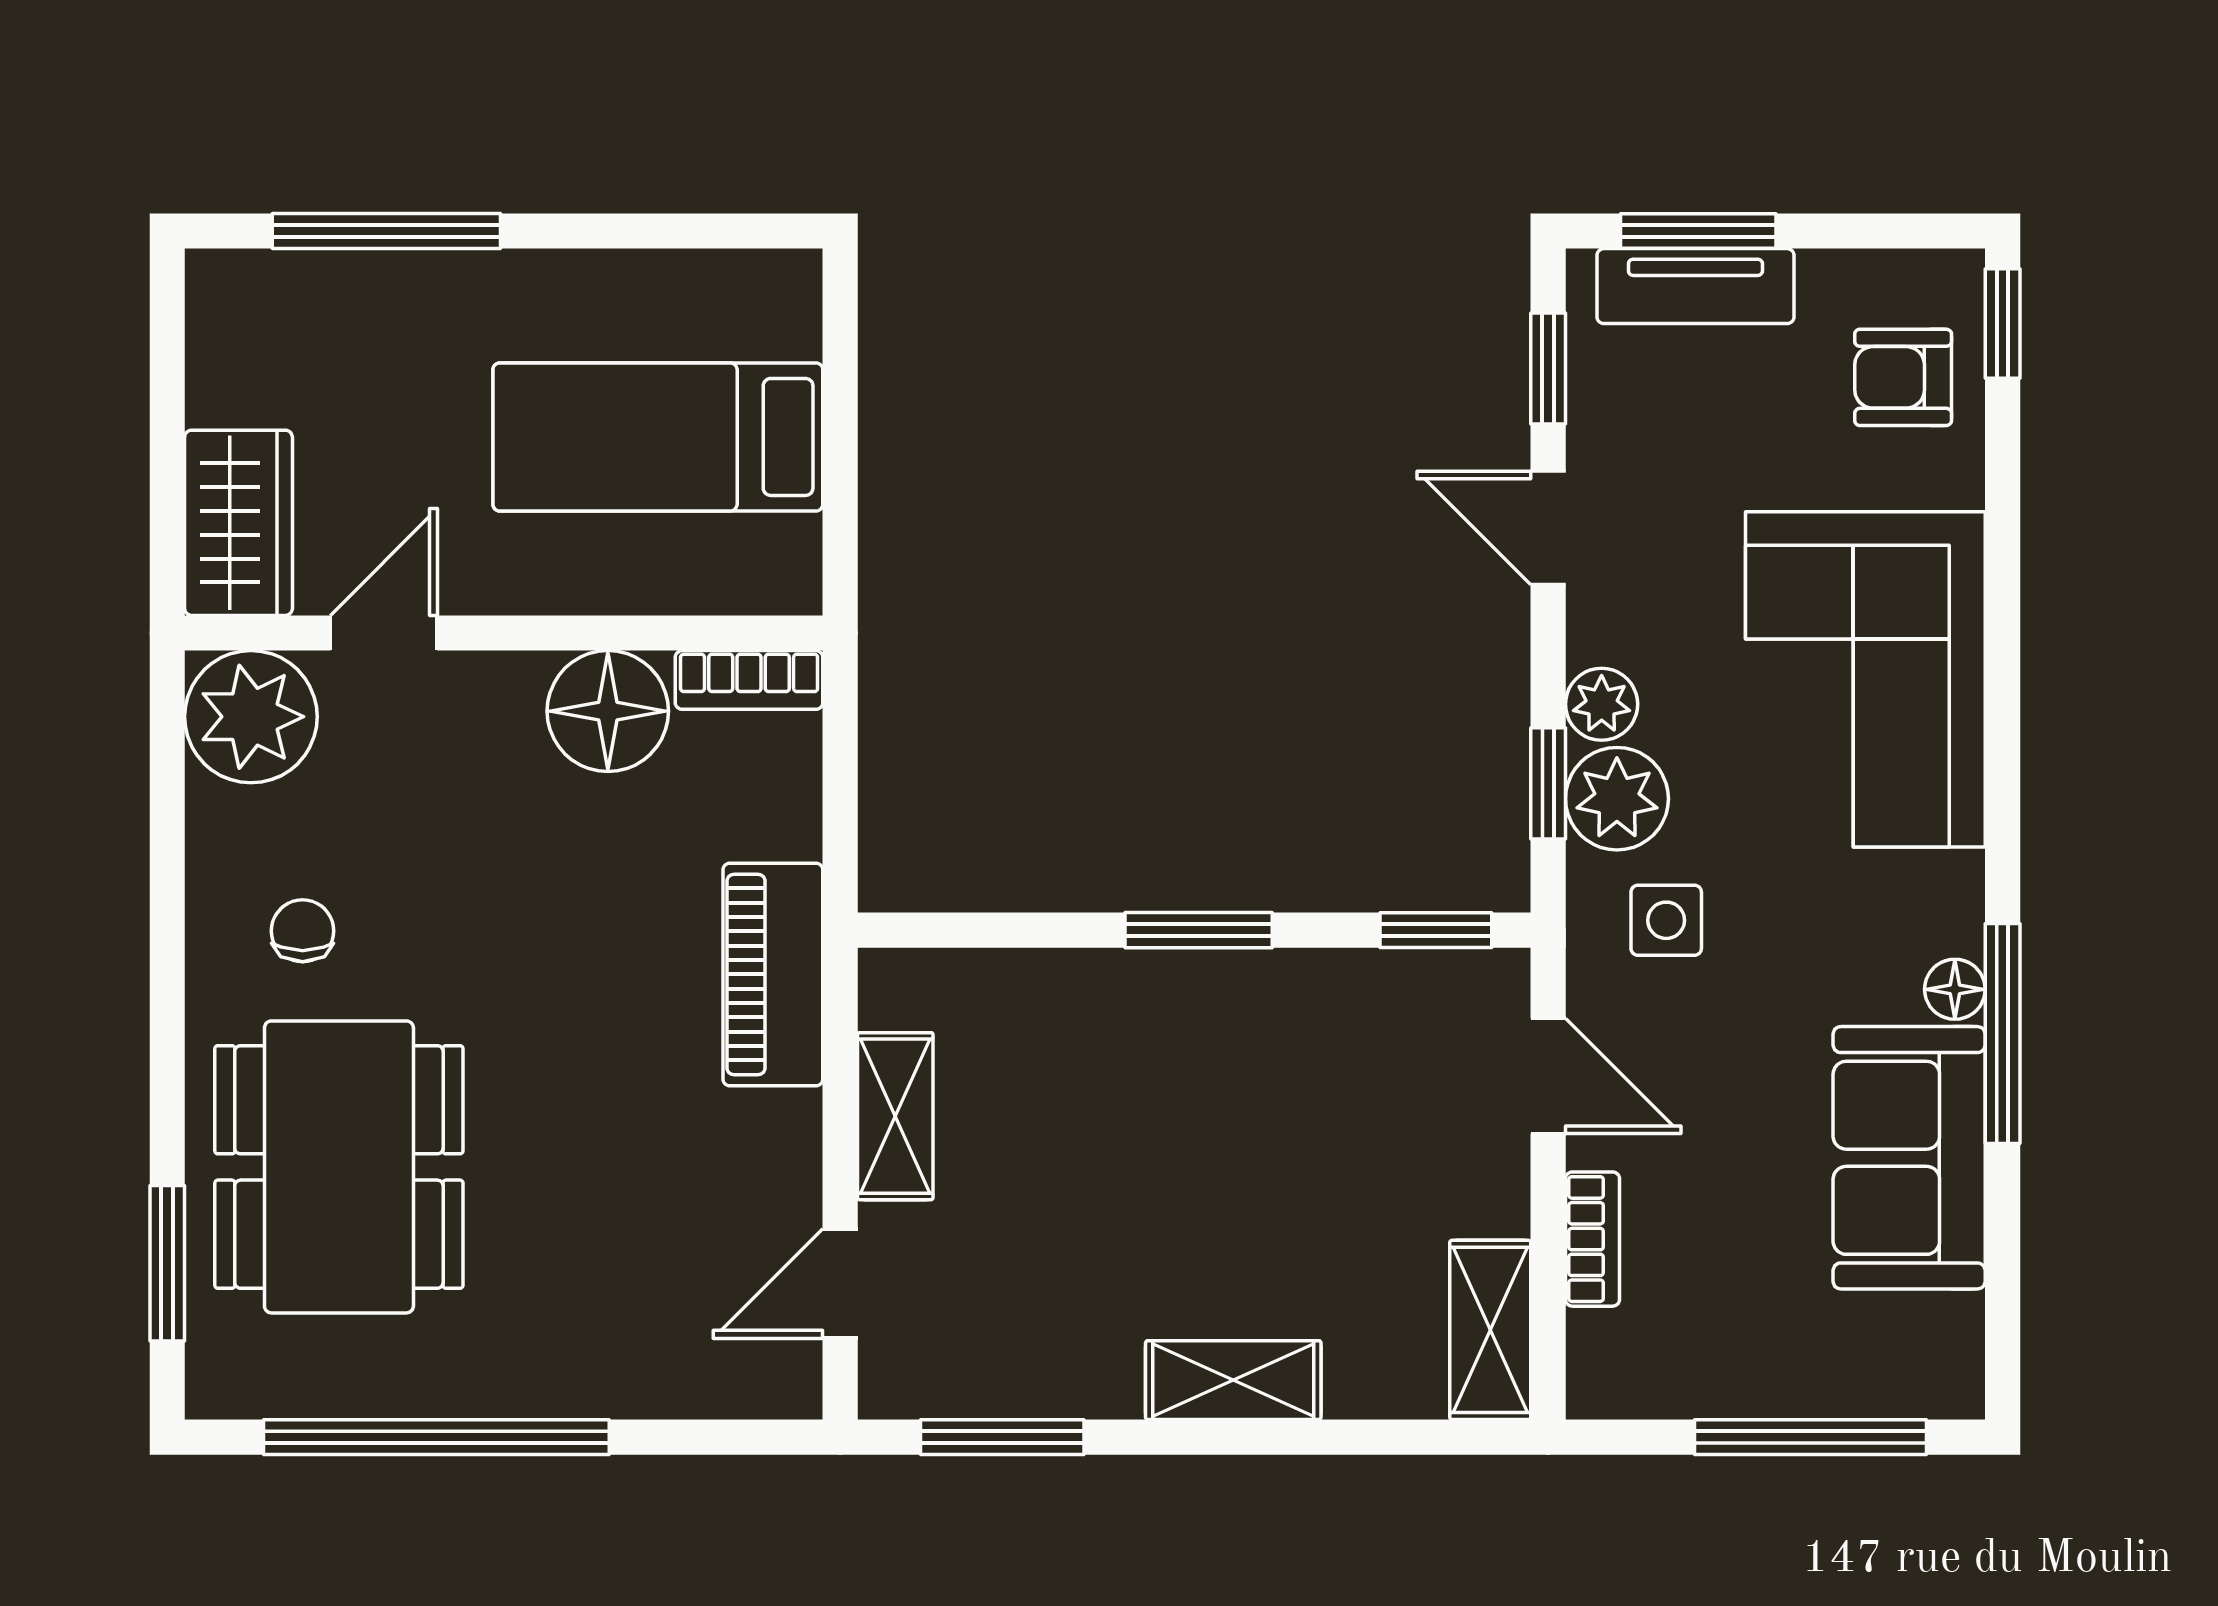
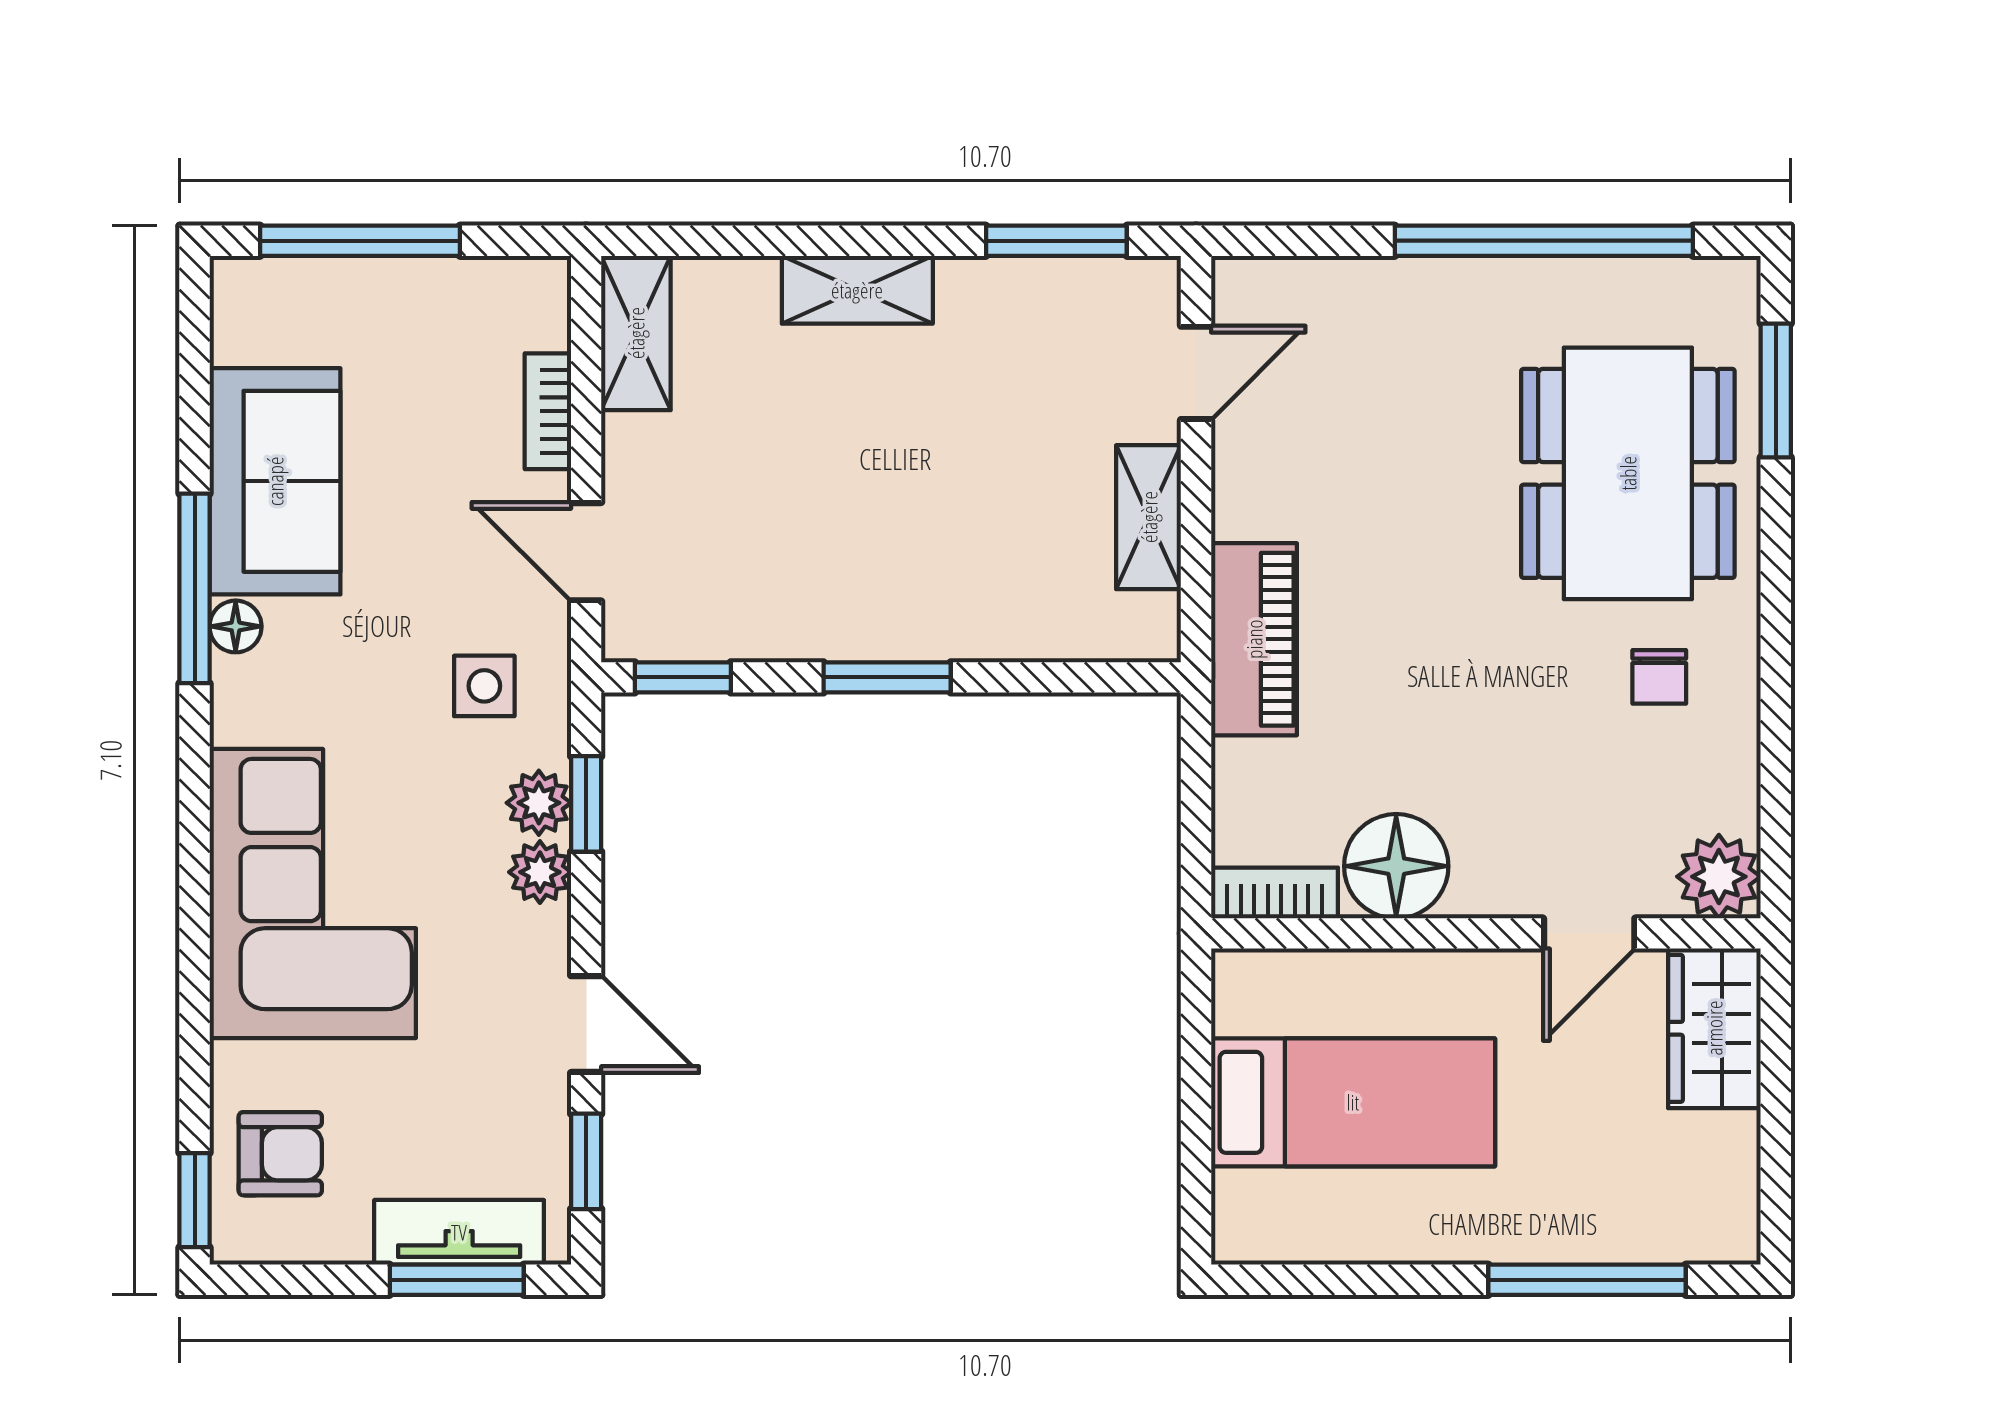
plant: (251, 717) -> (1719, 877), width x0.73, depth x0.73
plant: (1617, 799) -> (539, 803), width x0.73, depth x0.73

